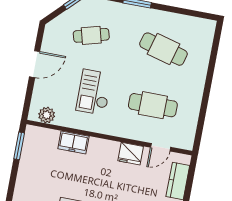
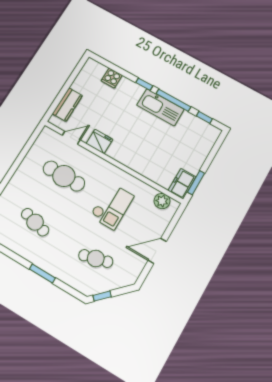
cafe table: (163, 49) -> (35, 222), width x0.73, depth x0.74
freezer: (73, 142) -> (182, 184), moved, turned -90

